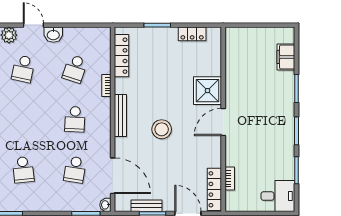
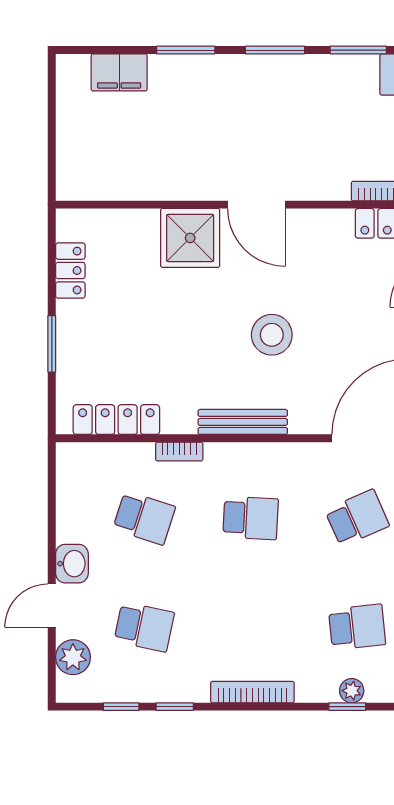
school desk: (75, 170) -> (357, 518), turned -33

